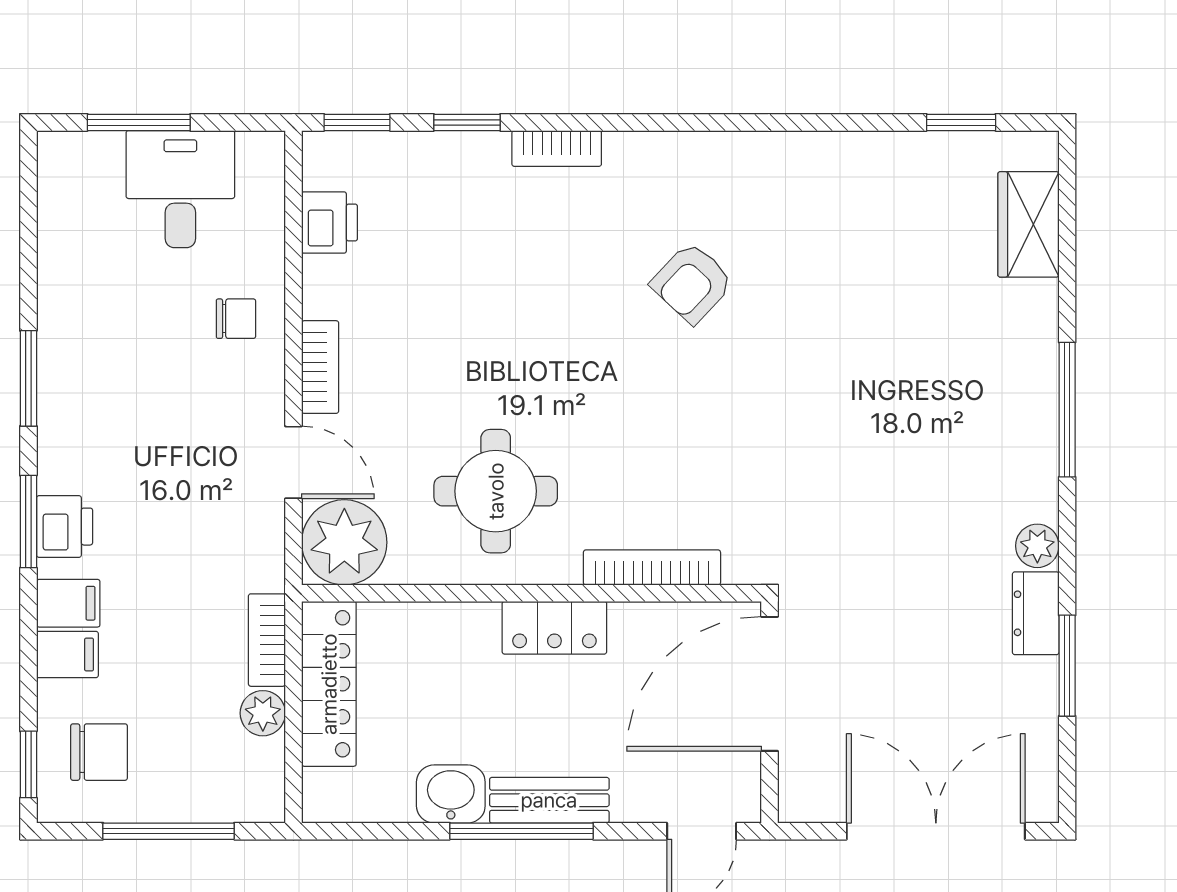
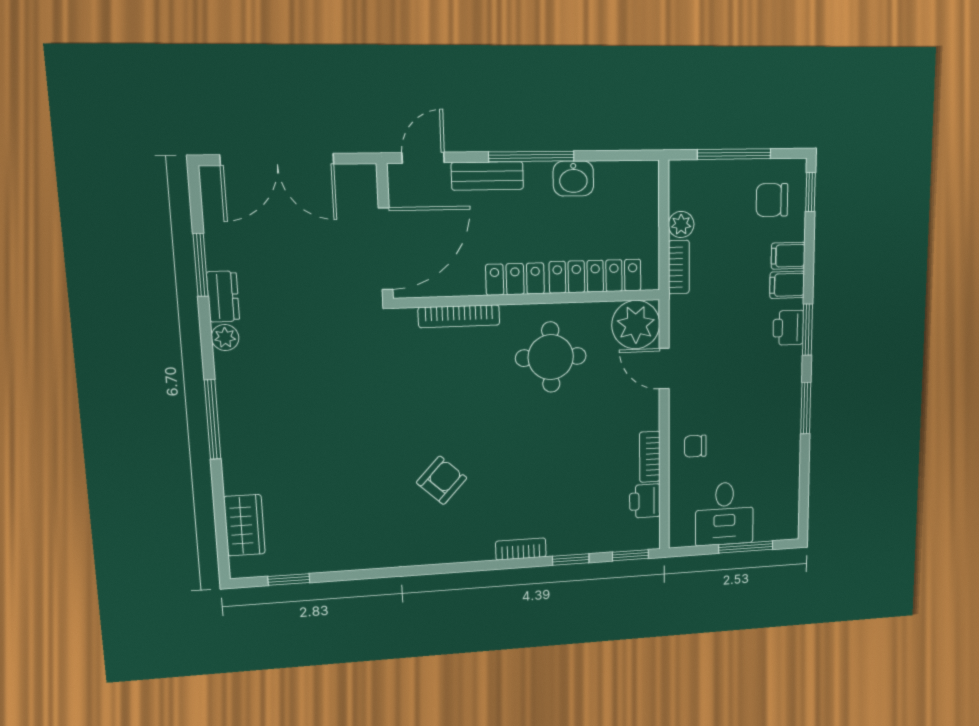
bookcase: (320, 367) -> (650, 457), moved
locker: (329, 684) -> (595, 276), moved, turned 90
bench: (549, 800) -> (487, 176), moved

